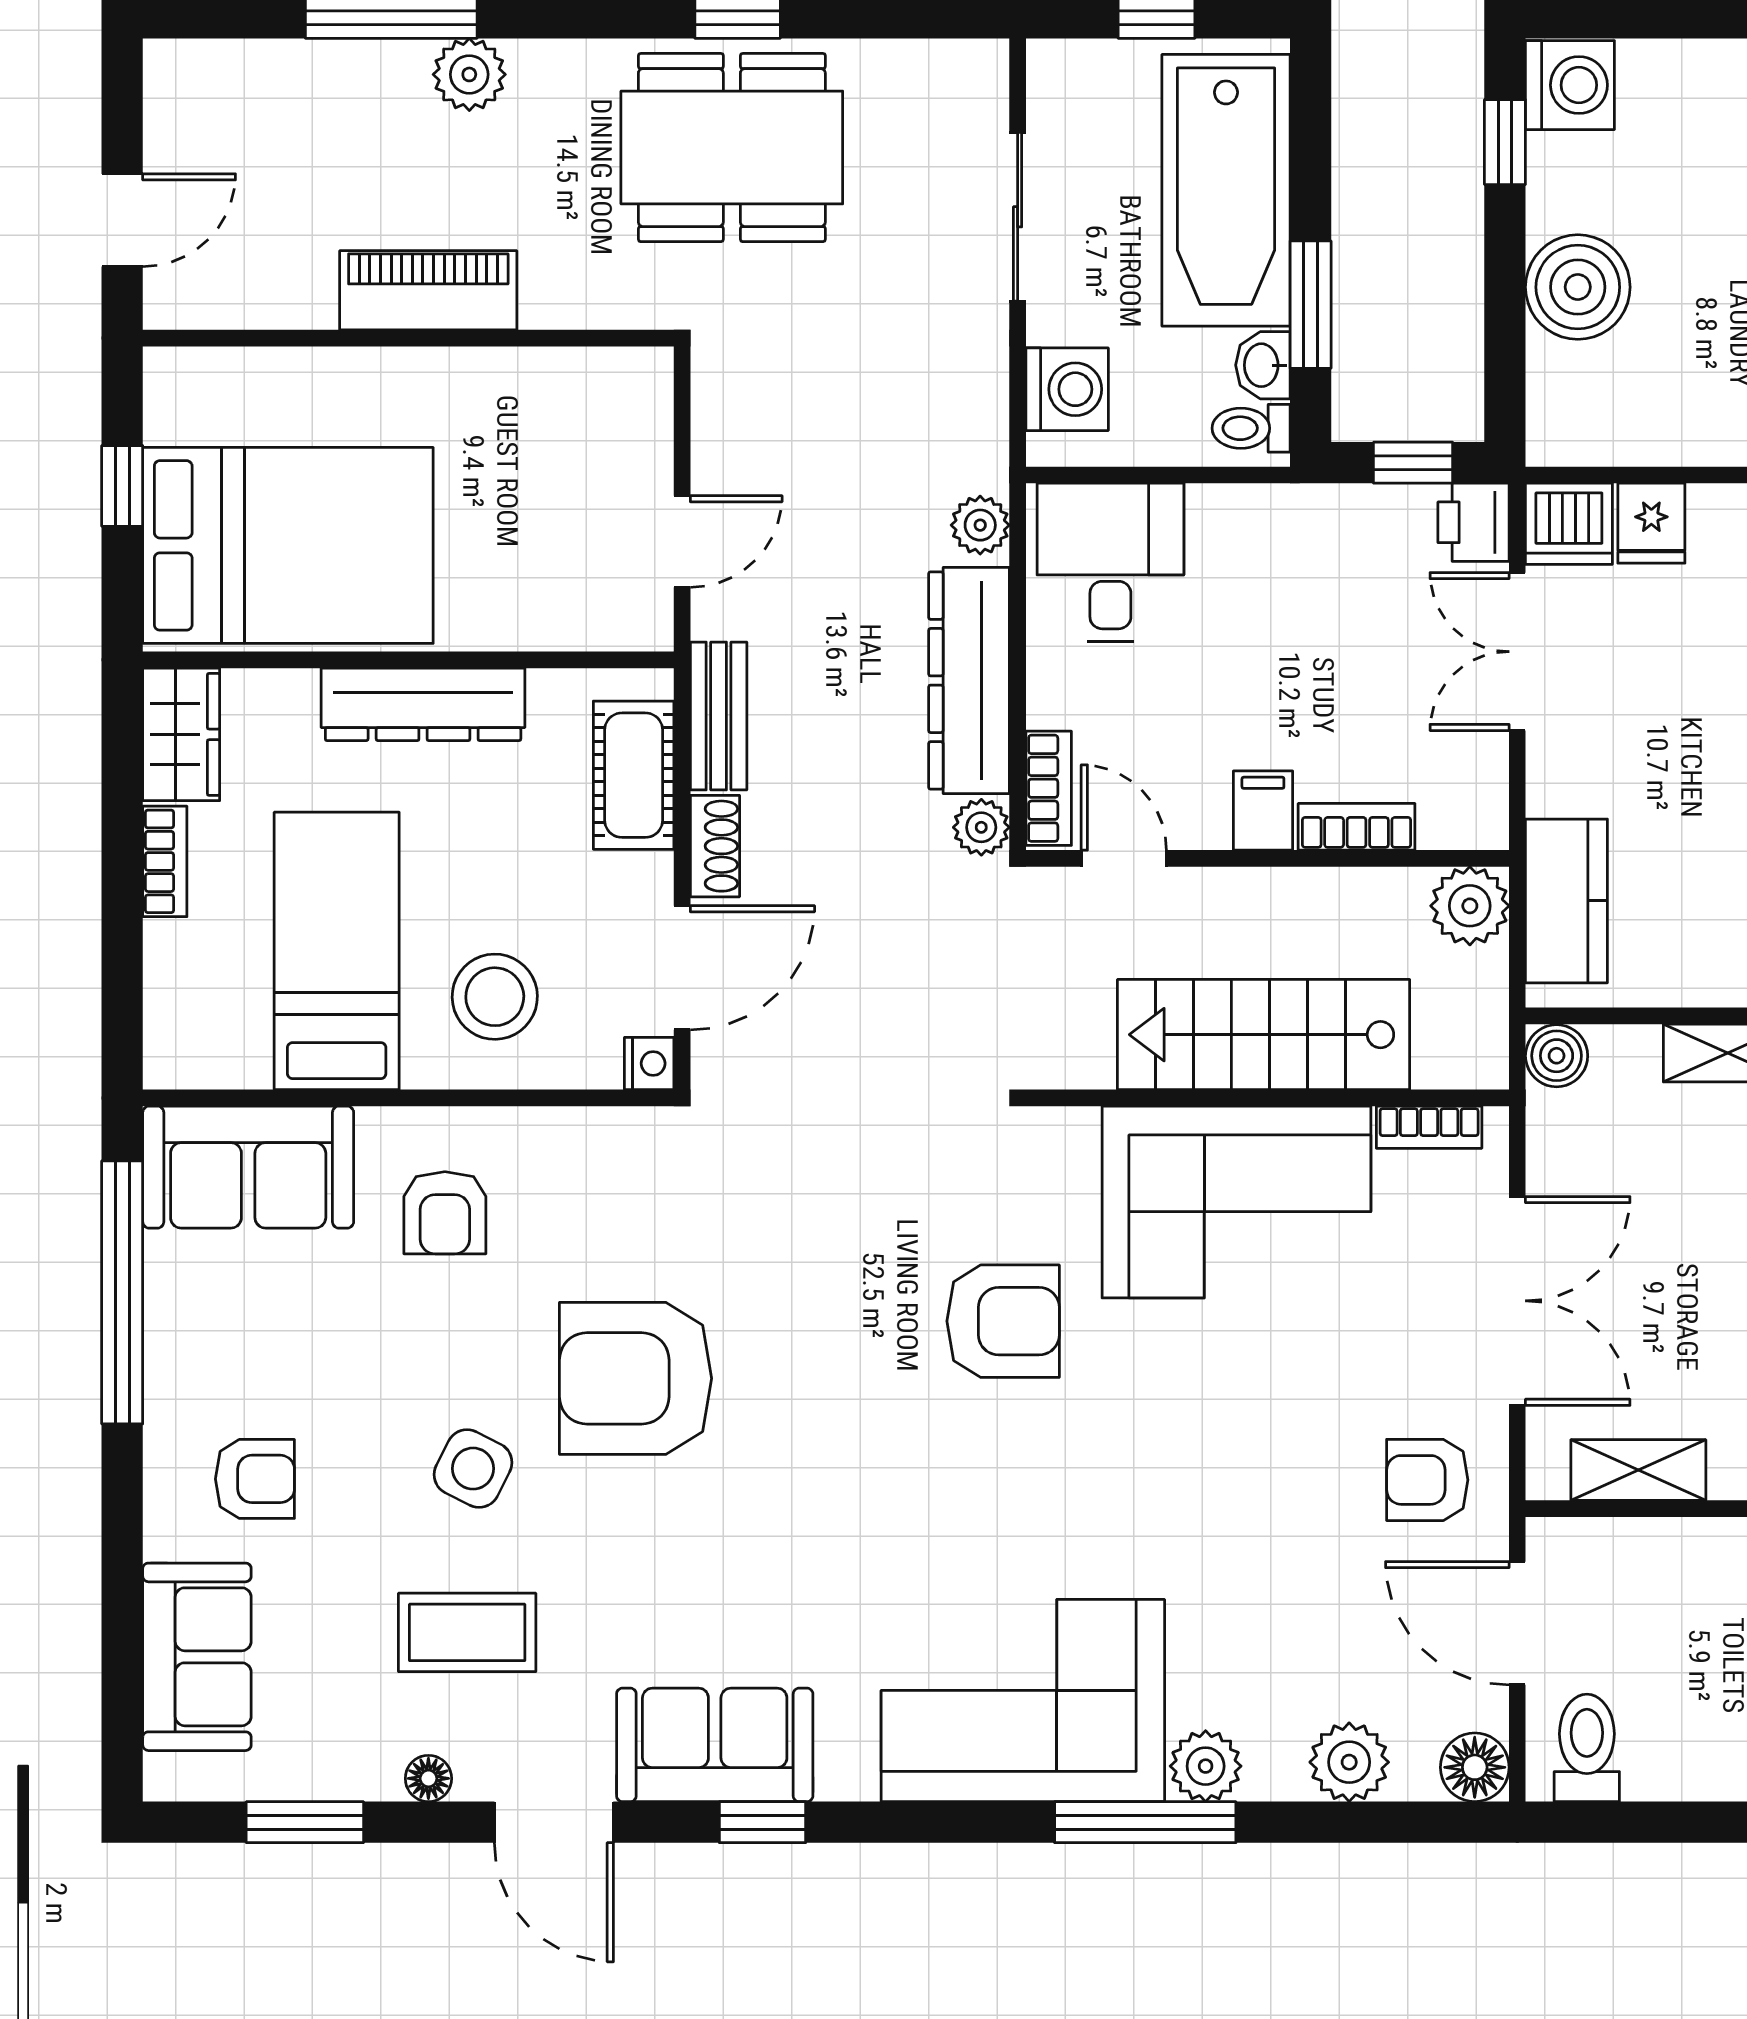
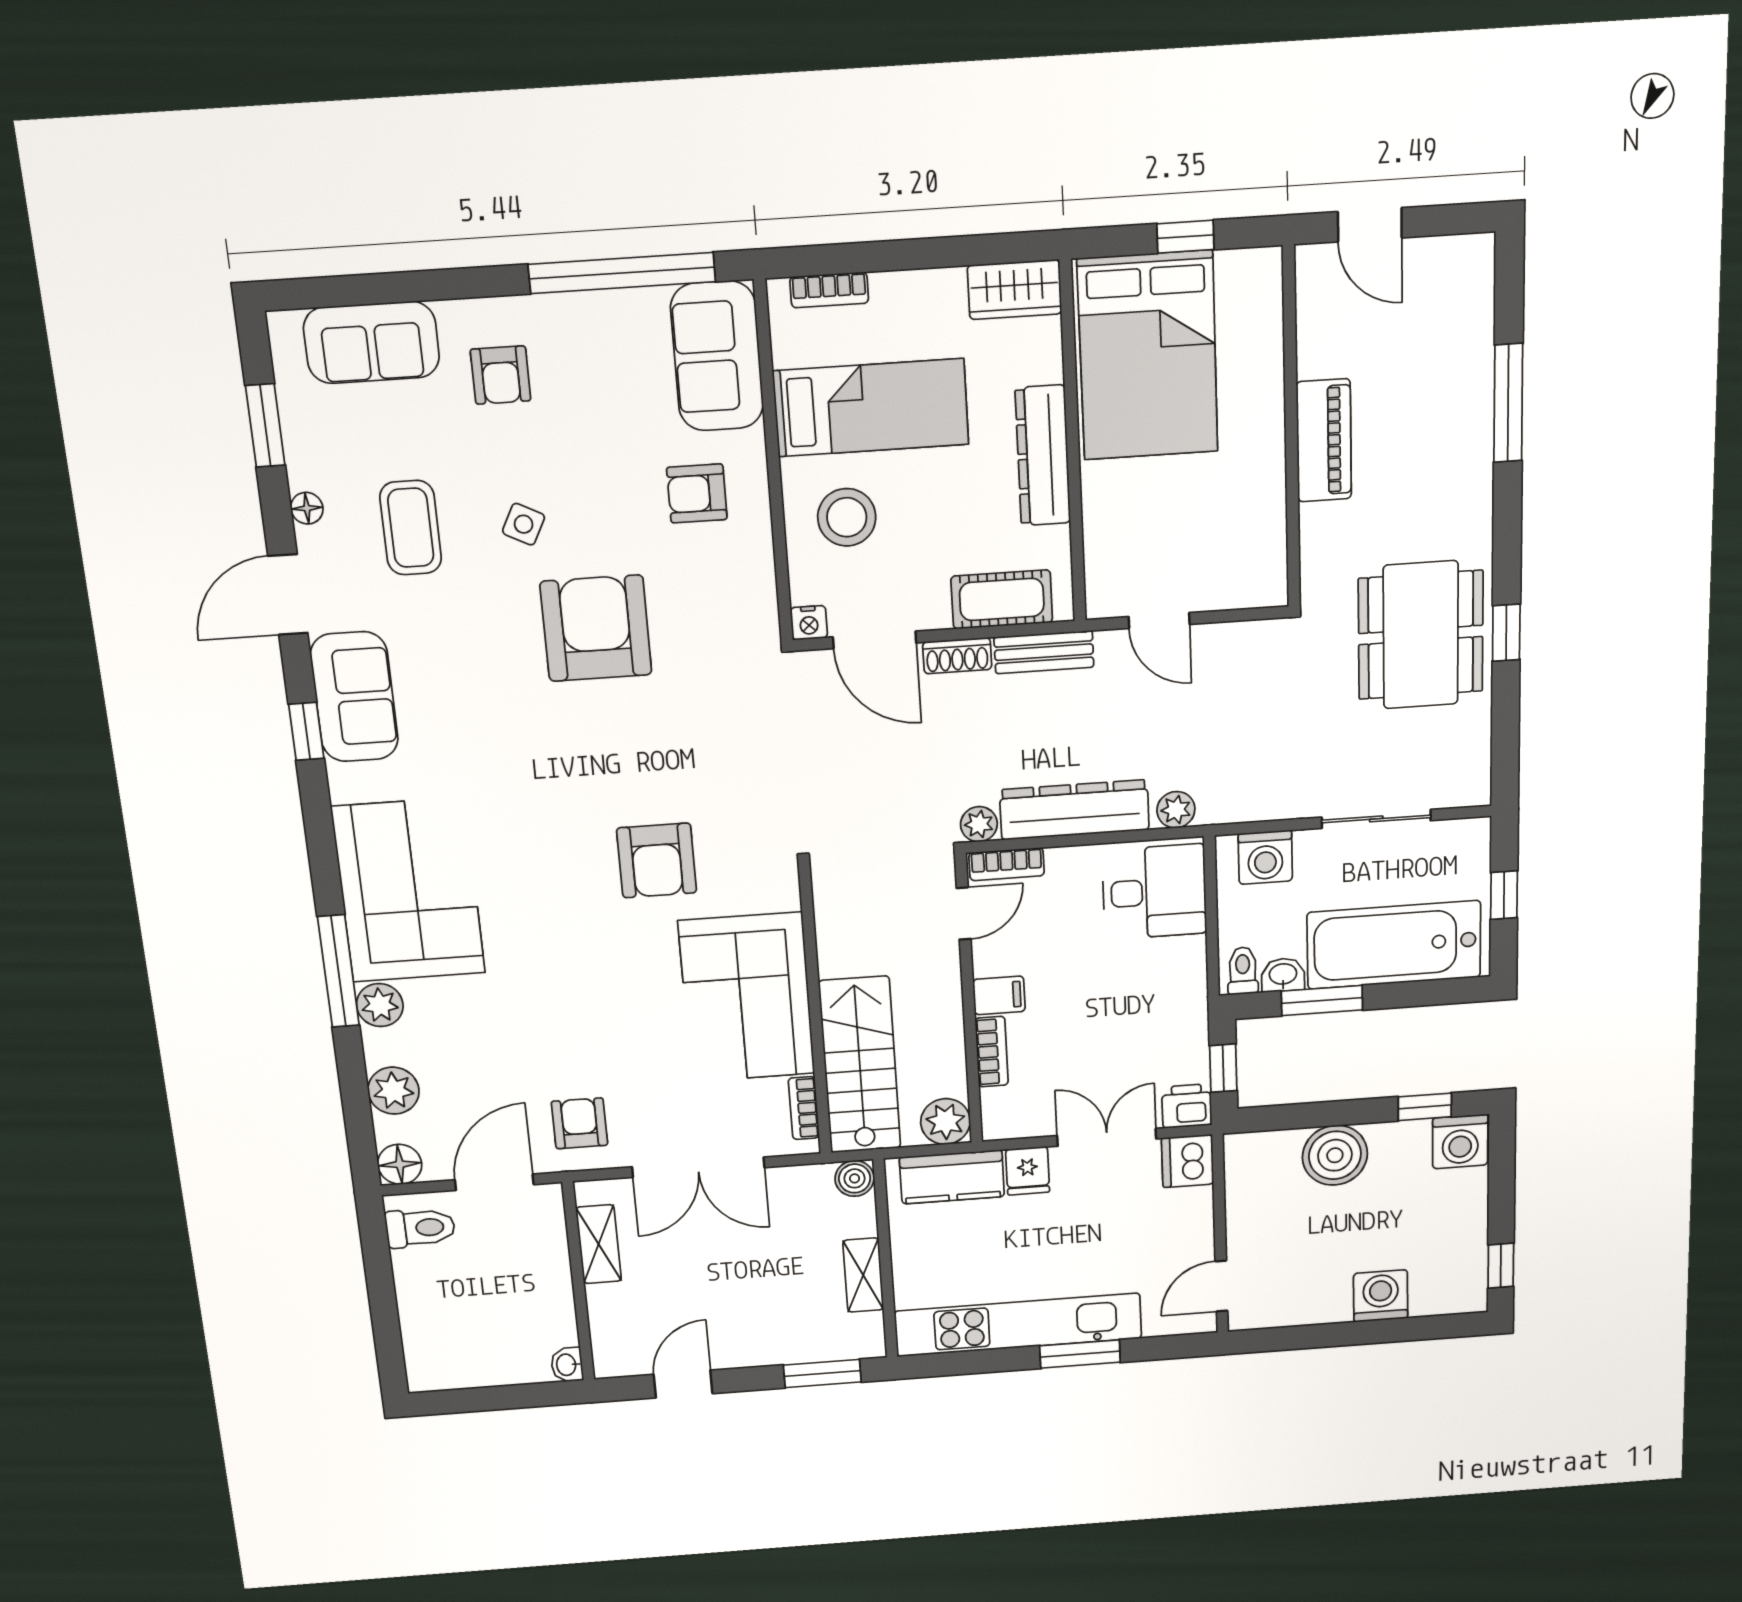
plant: (469, 74) -> (1470, 458), removed
fridge: (1651, 523) -> (1028, 1171), moved, turned -90
bookcase: (165, 861) -> (829, 290), moved
stairs: (1264, 1035) -> (860, 1065), moved
side table: (473, 1469) -> (524, 524), width x0.73, depth x0.73

